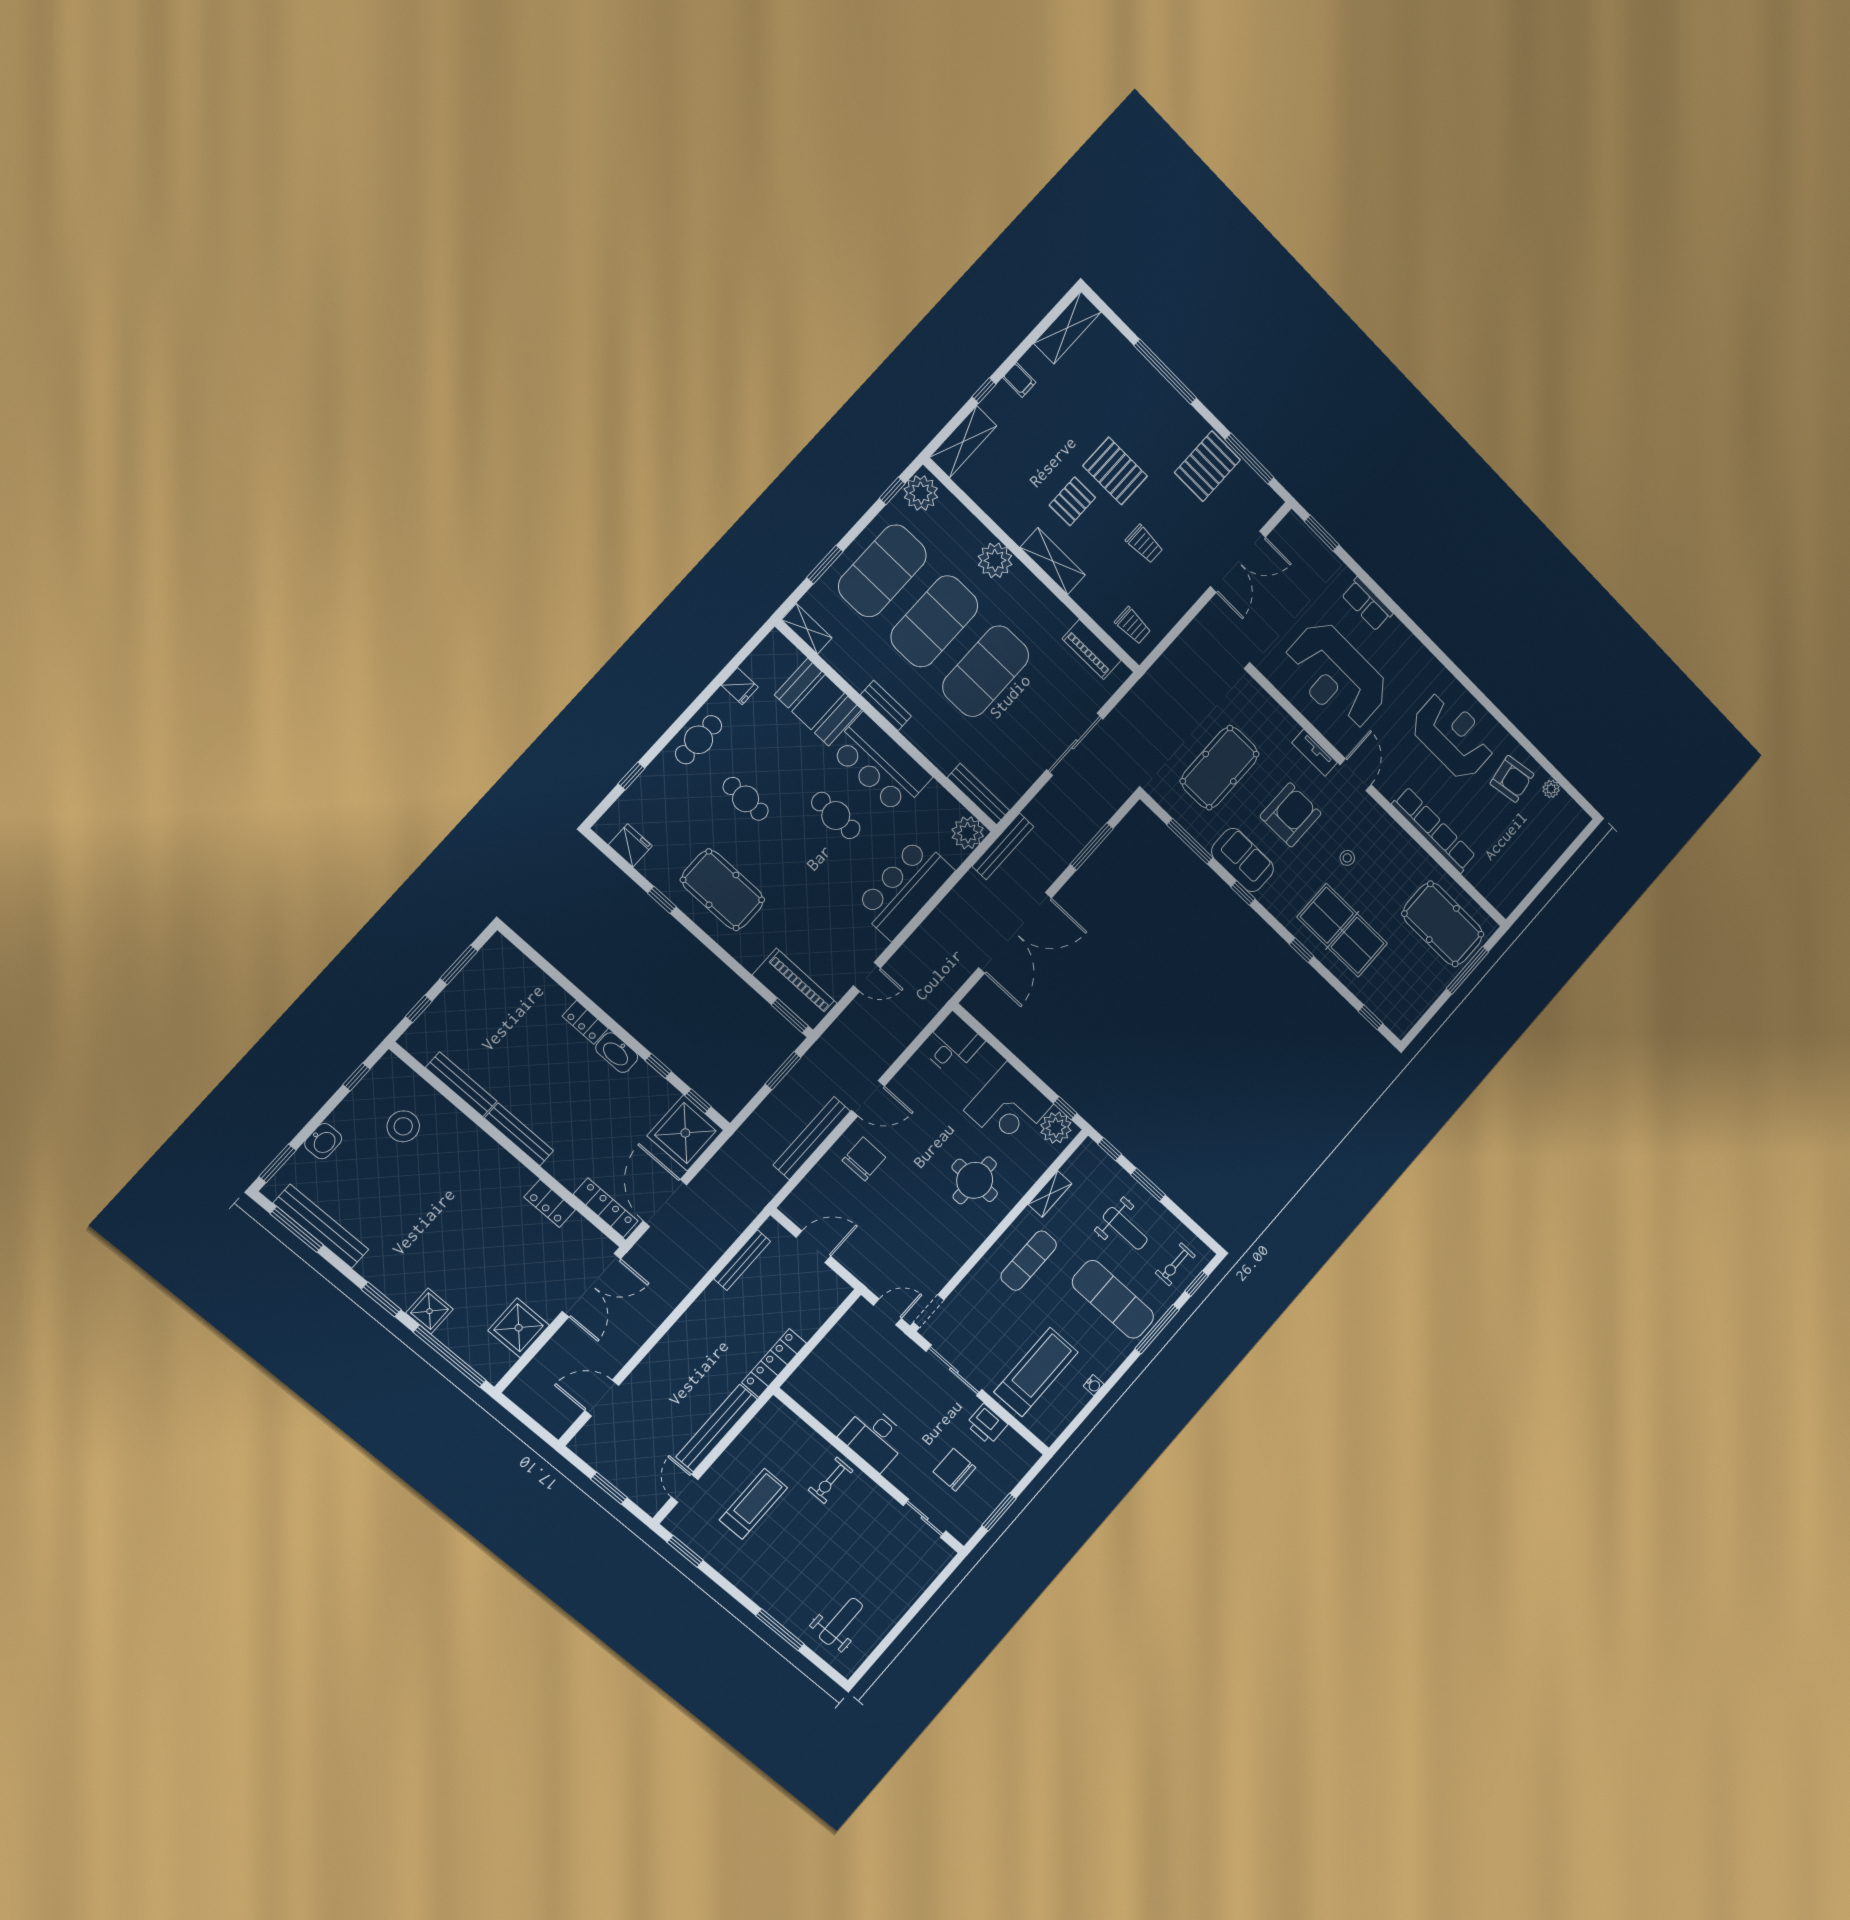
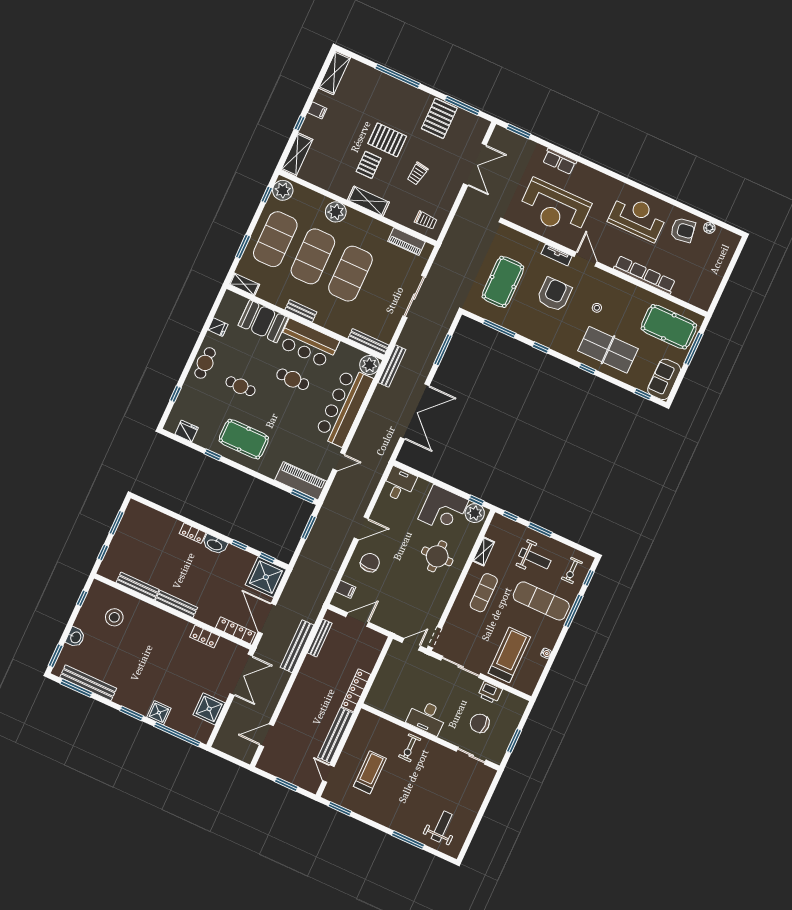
trolley: (1144, 544) -> (417, 174), turned 99
sofa: (1243, 860) -> (664, 379), moved, turned -90
bar counter: (904, 889) -> (344, 407), width x1.36
bench: (812, 1138) -> (297, 646), moved
filing cabinet: (810, 1192) -> (345, 589), added

